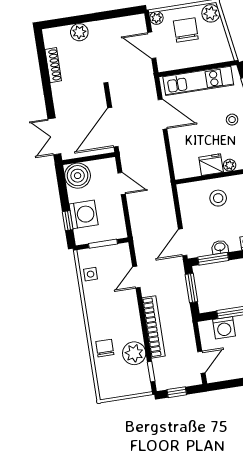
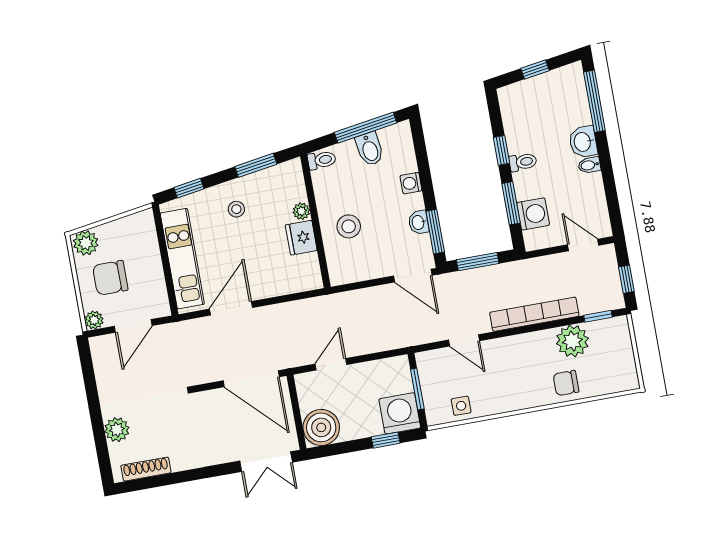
shoe rack: (53, 65) -> (146, 469), moved
washing machine: (84, 214) -> (400, 413), moved

